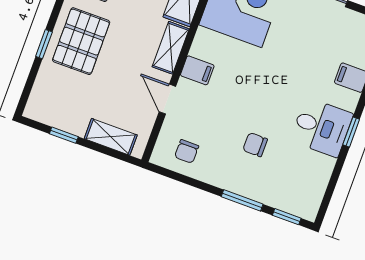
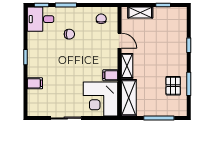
pallet: (81, 41) -> (171, 53), removed
filing cabinet: (197, 70) -> (110, 75), moved
desk: (322, 127) -> (40, 19), moved

